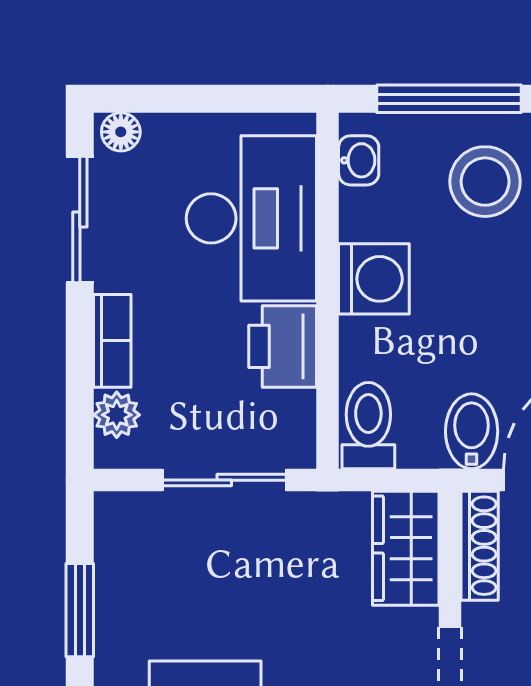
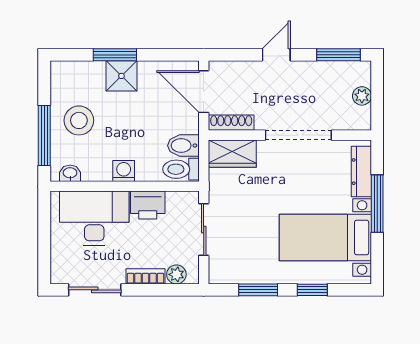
floor lamp: (121, 132) -> (58, 273), removed
washing machine: (374, 279) -> (124, 171), width x0.73, depth x0.73
bidet: (472, 431) -> (183, 146), moved

